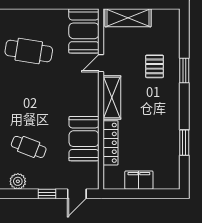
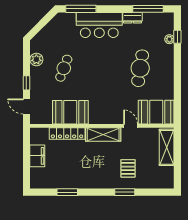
pallet: (154, 66) -> (128, 168), turned 90

